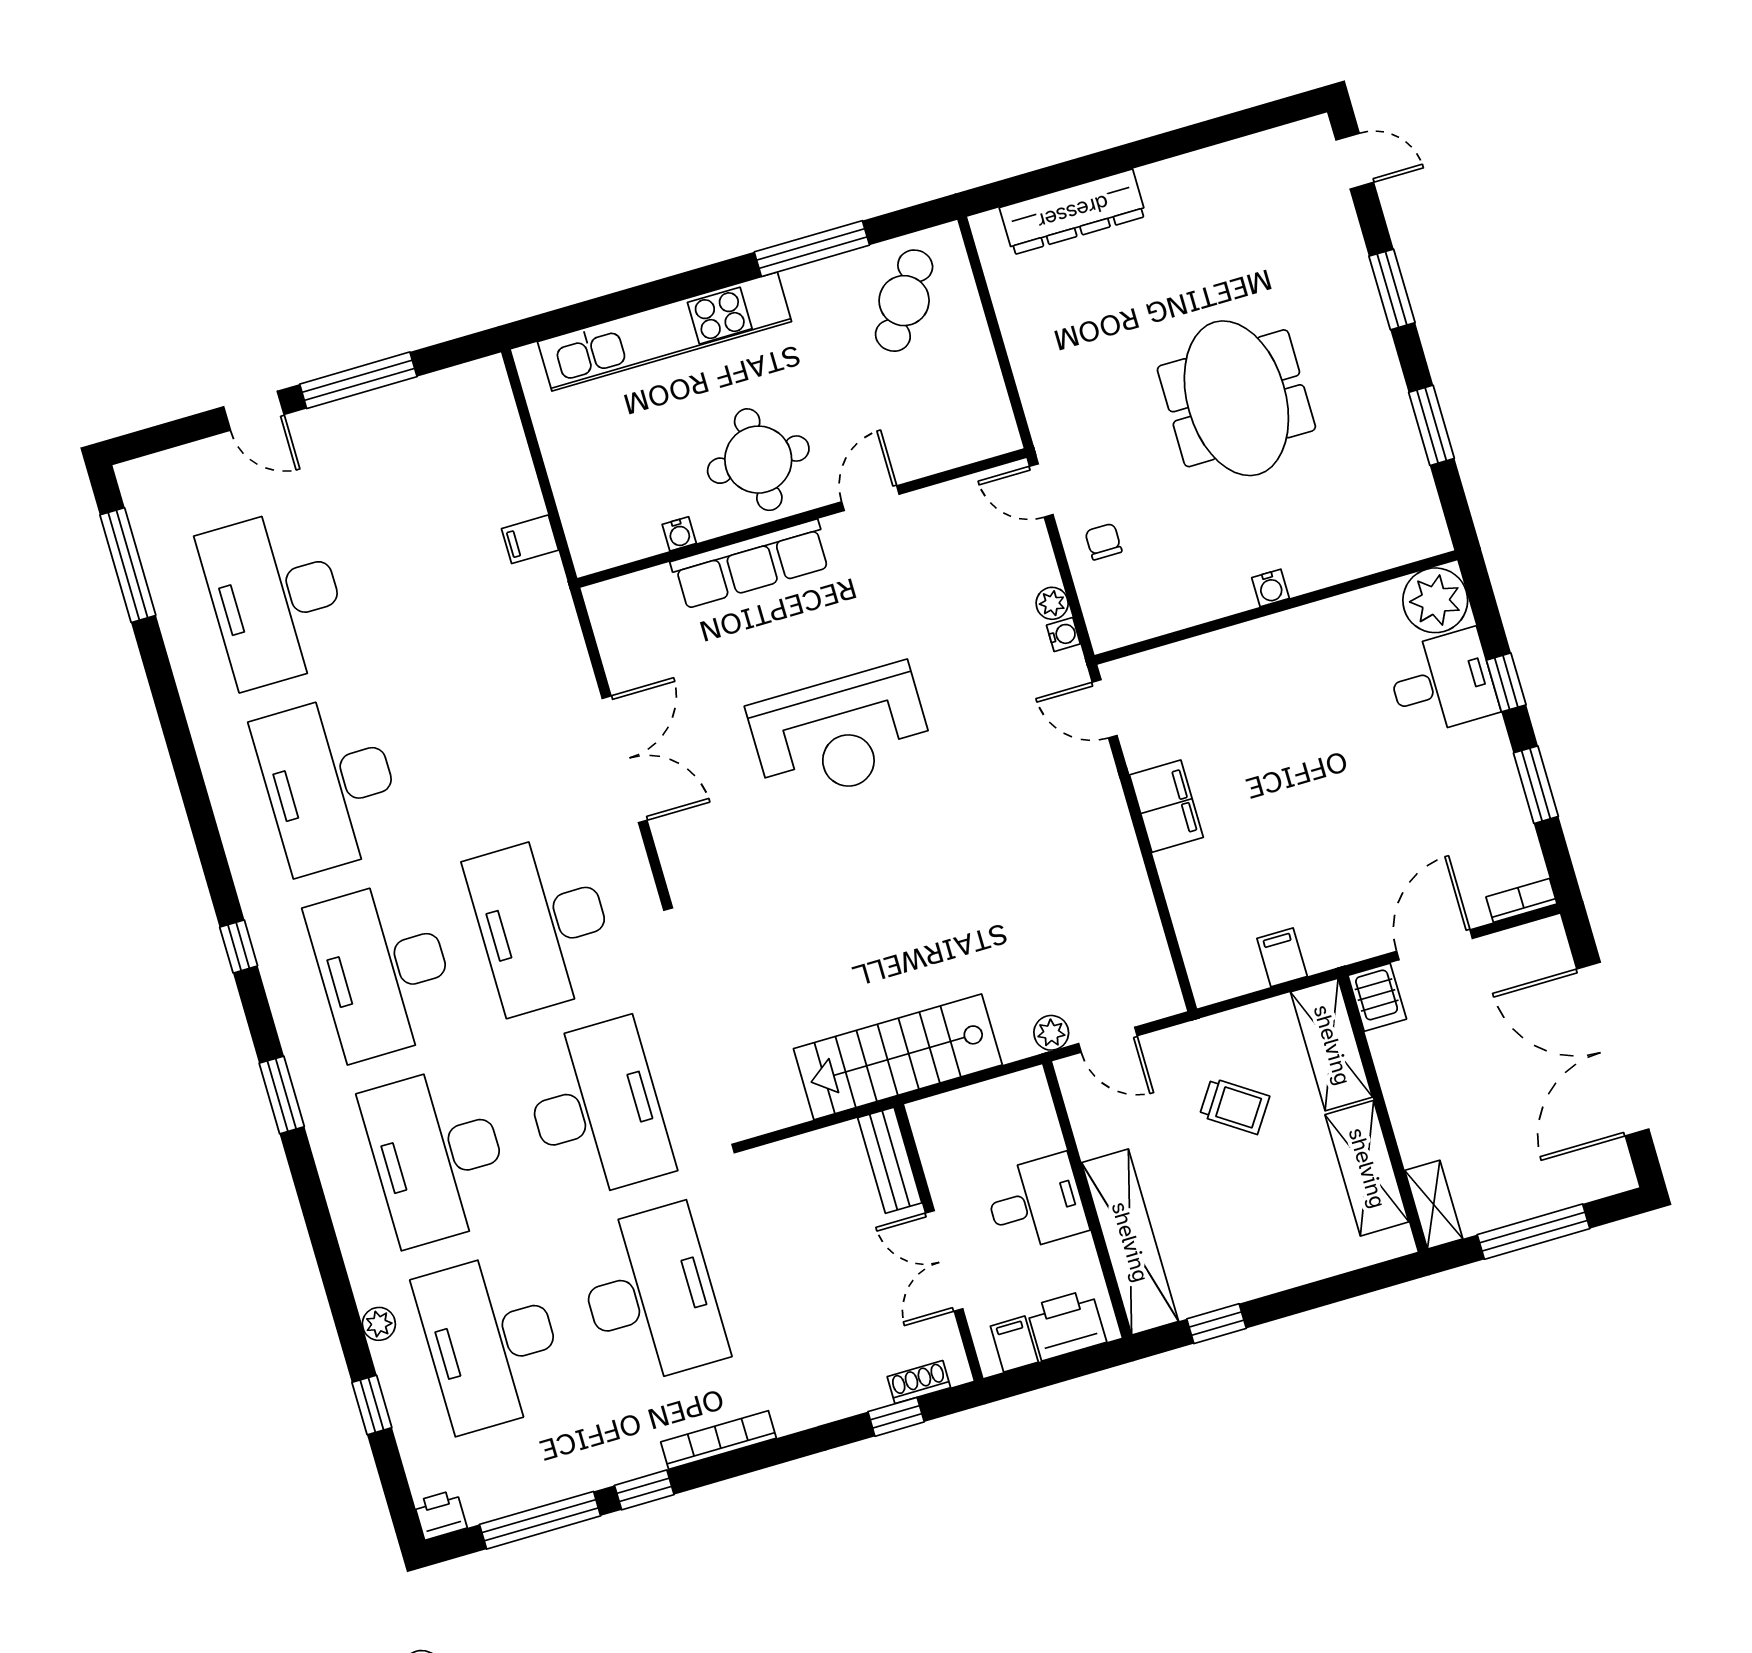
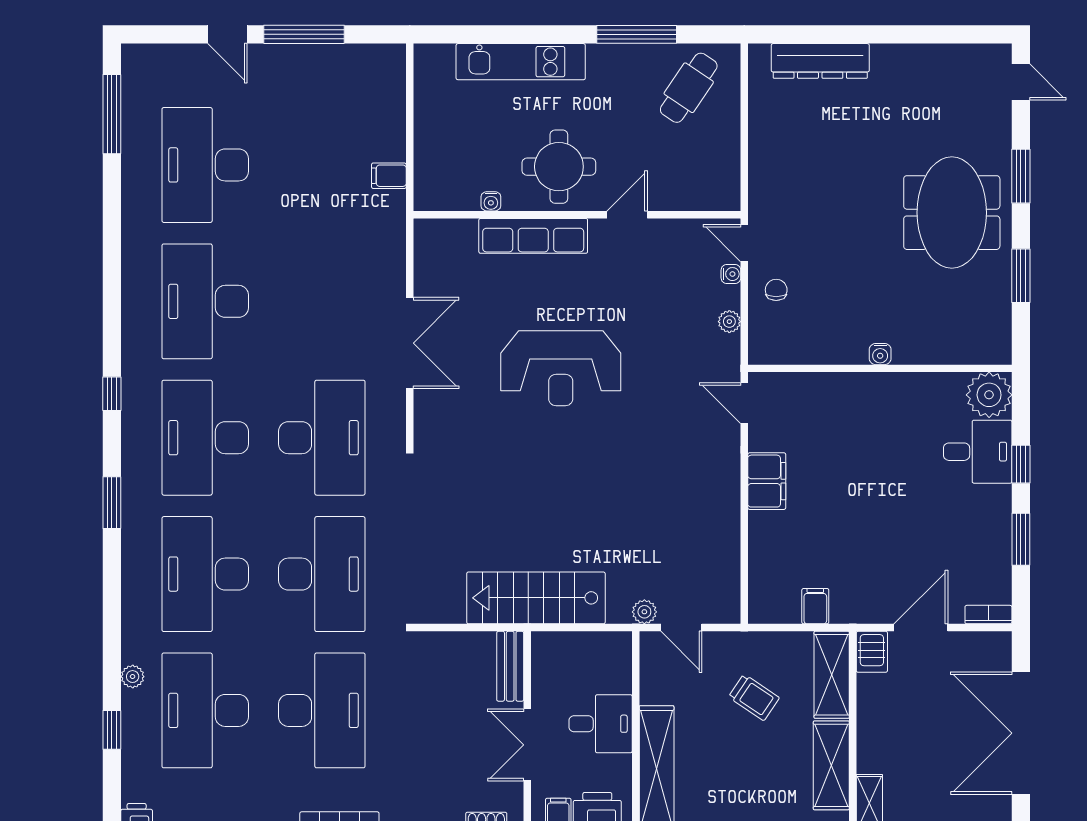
kitchen unit: (665, 332) -> (521, 62), width x0.73
meeting table: (1236, 398) -> (952, 213), moved
water cooler: (1063, 635) -> (731, 274), moved
desk: (542, 923) -> (322, 438), turned 180

